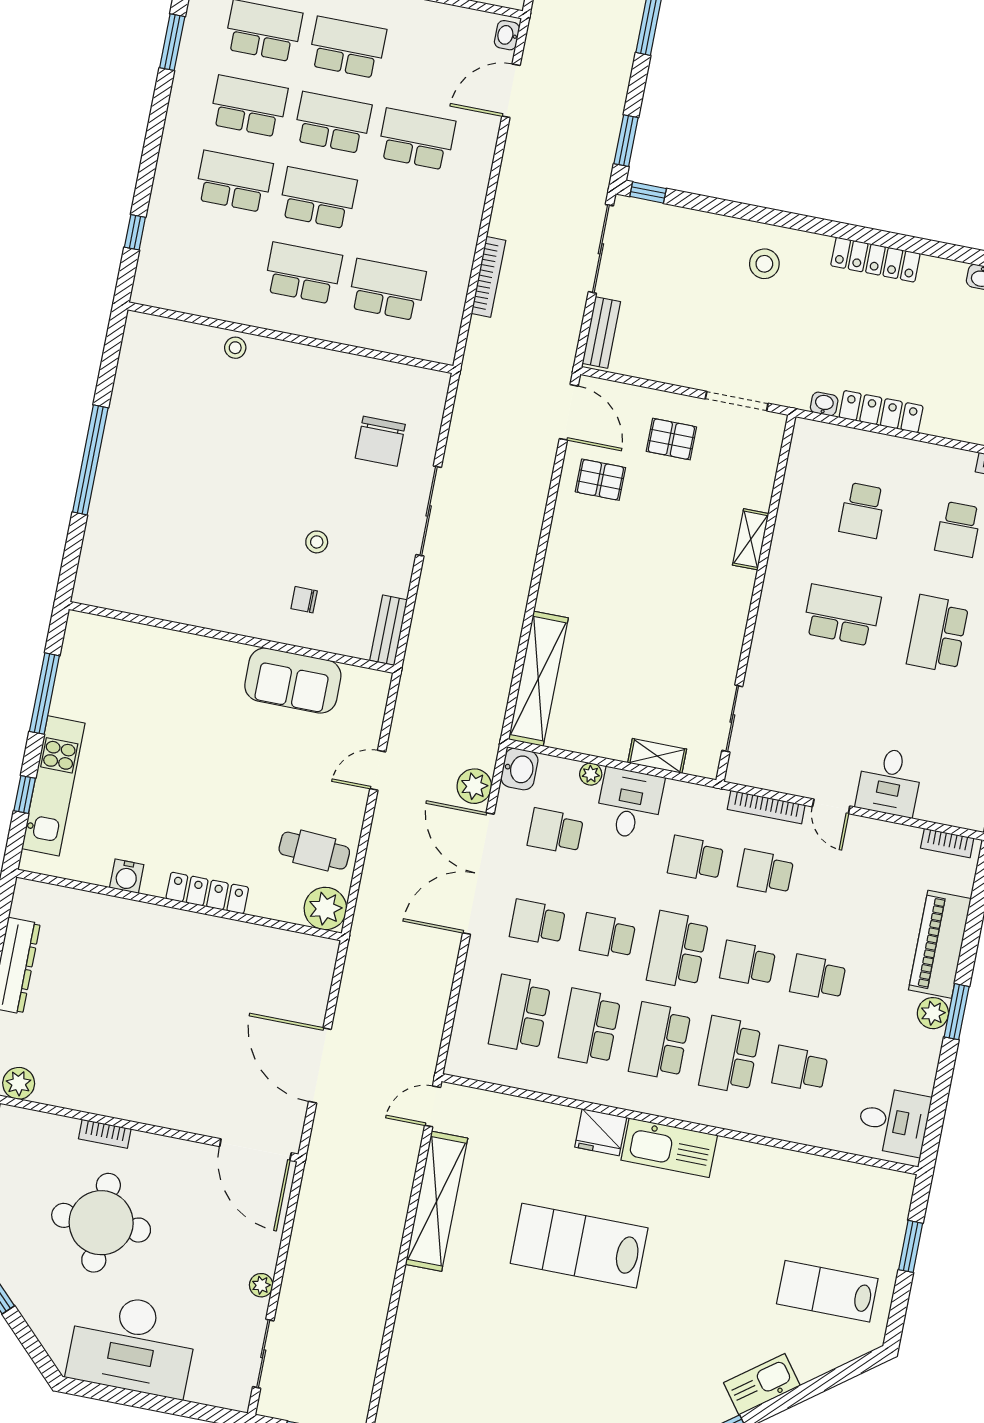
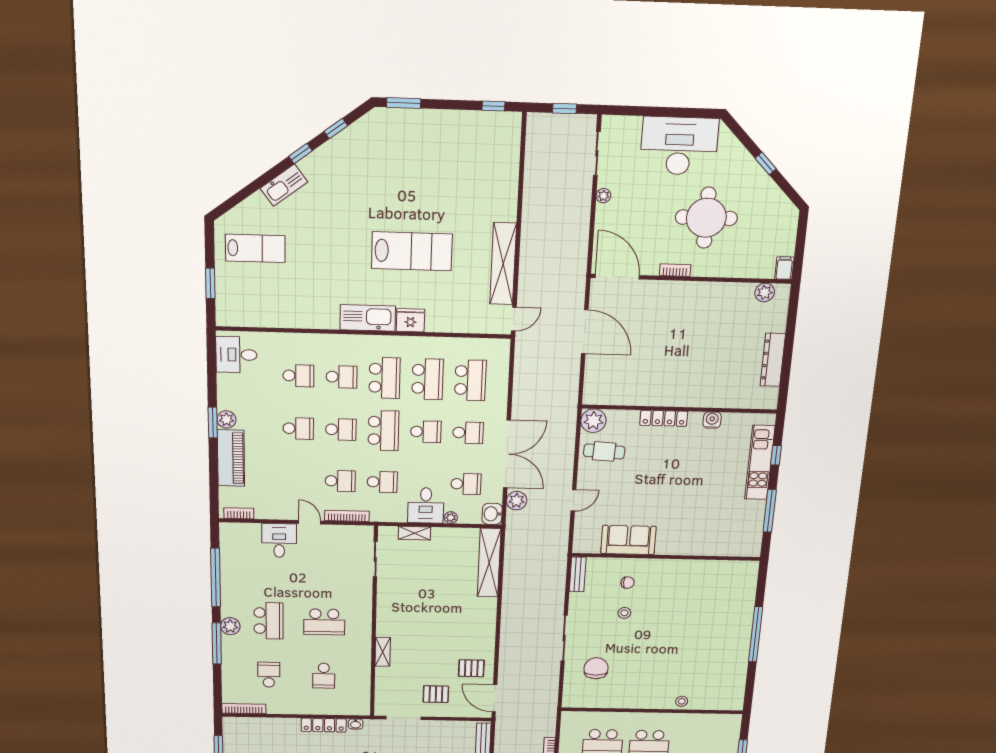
school desk: (862, 510) -> (324, 676), turned 180
school desk: (730, 1055) -> (341, 377), width x0.54
bookcase: (105, 1134) -> (675, 270), moved

